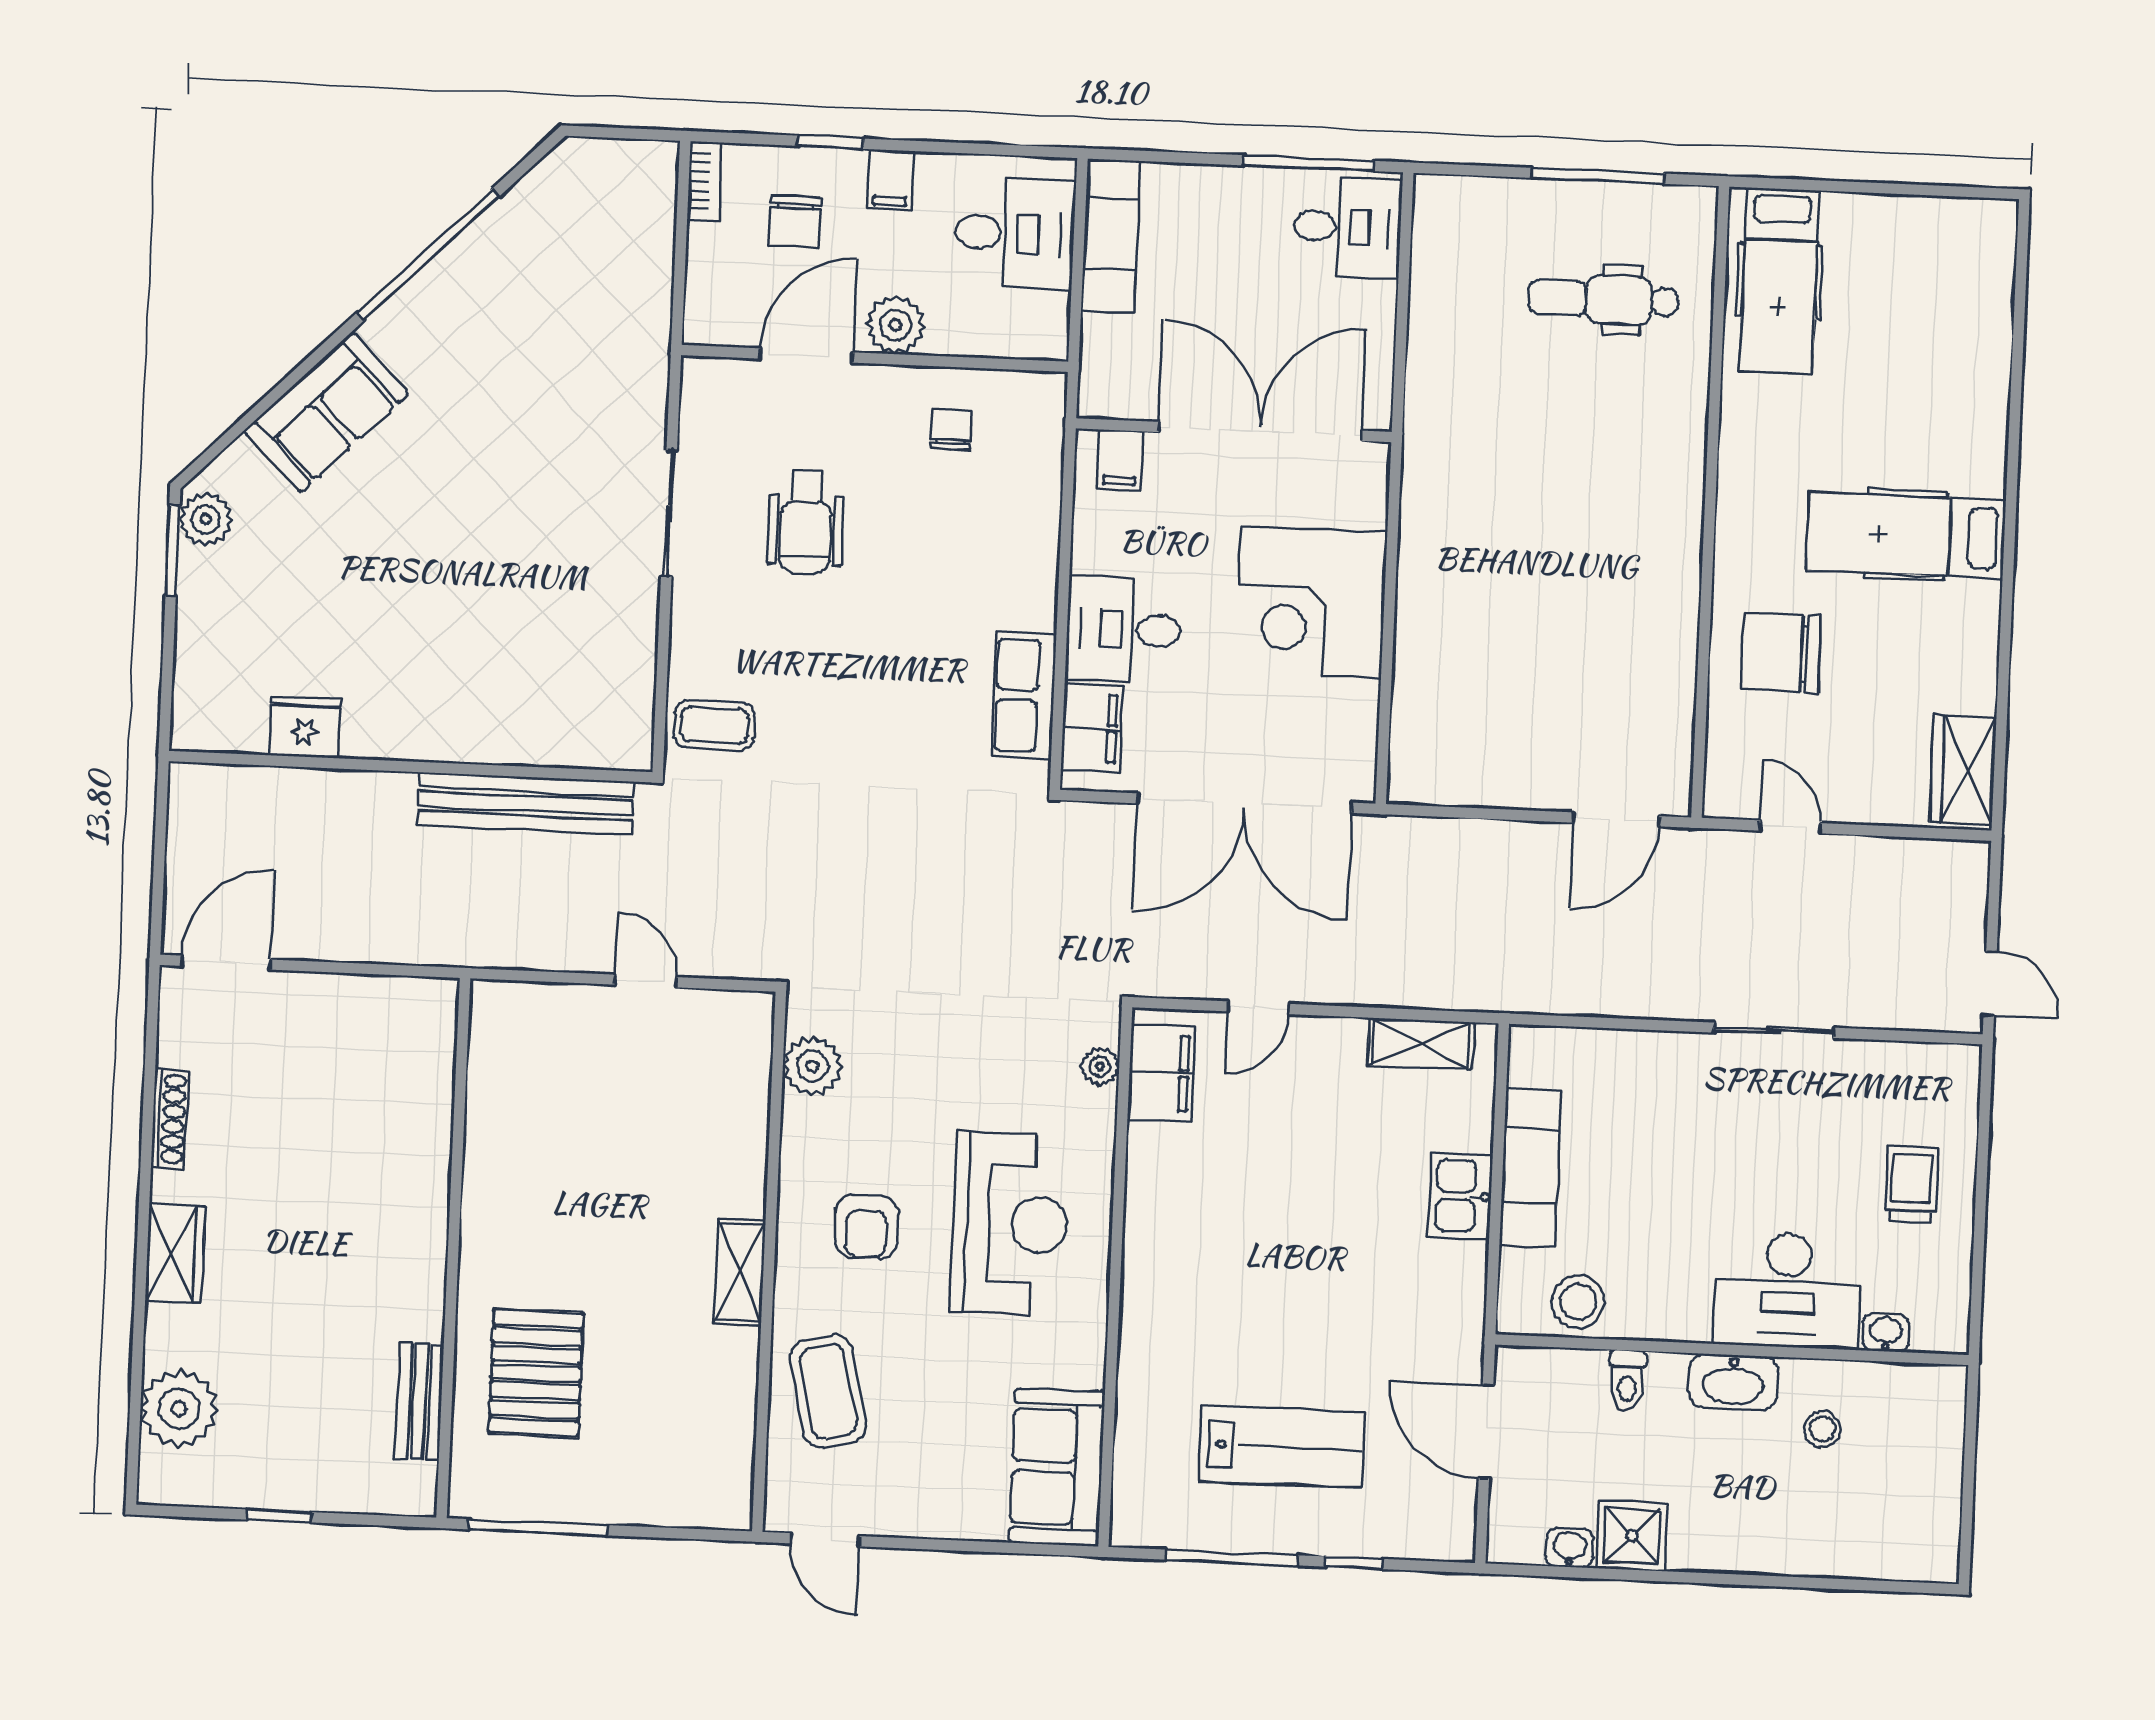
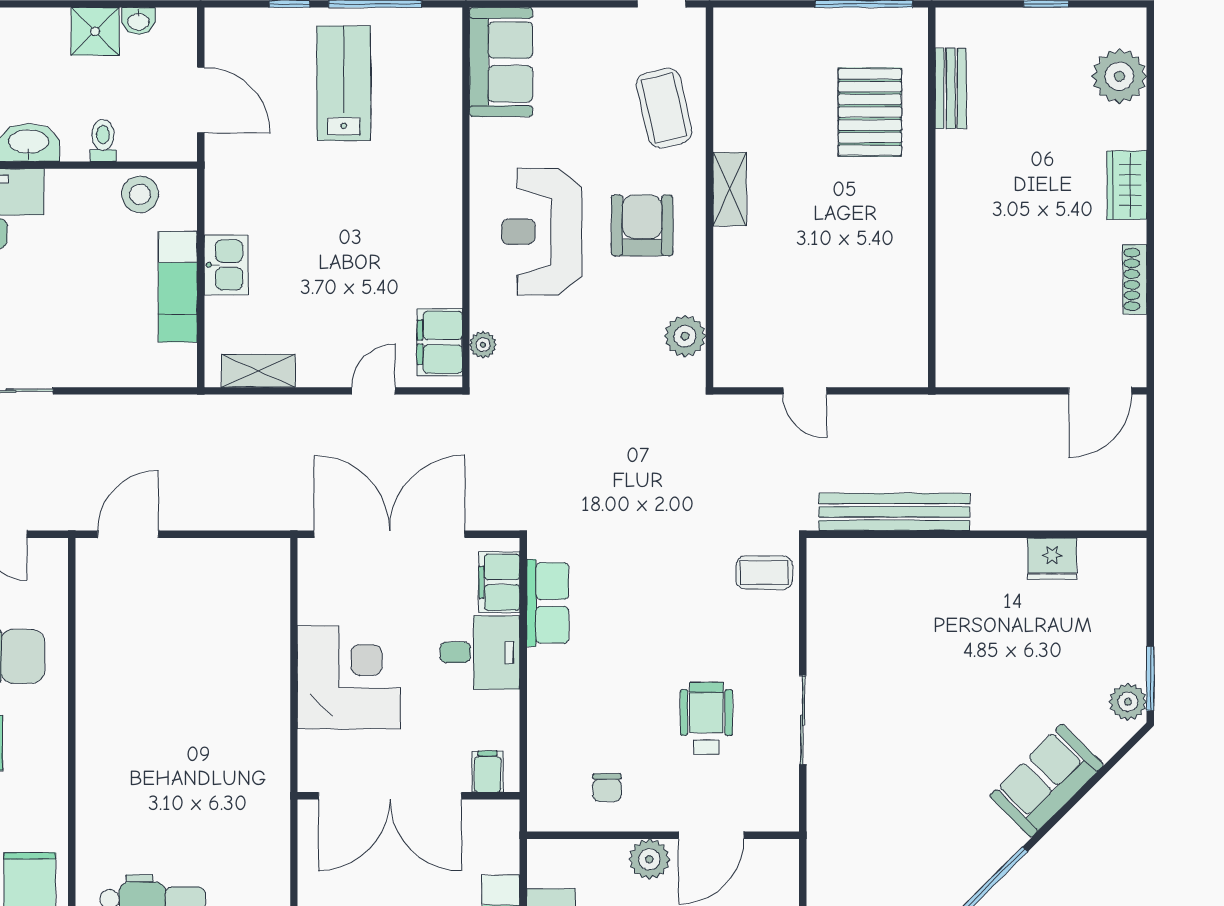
armchair: (866, 1226) -> (642, 225), width x1.38, depth x1.38
lab bench: (1282, 1447) -> (344, 83), turned 90

